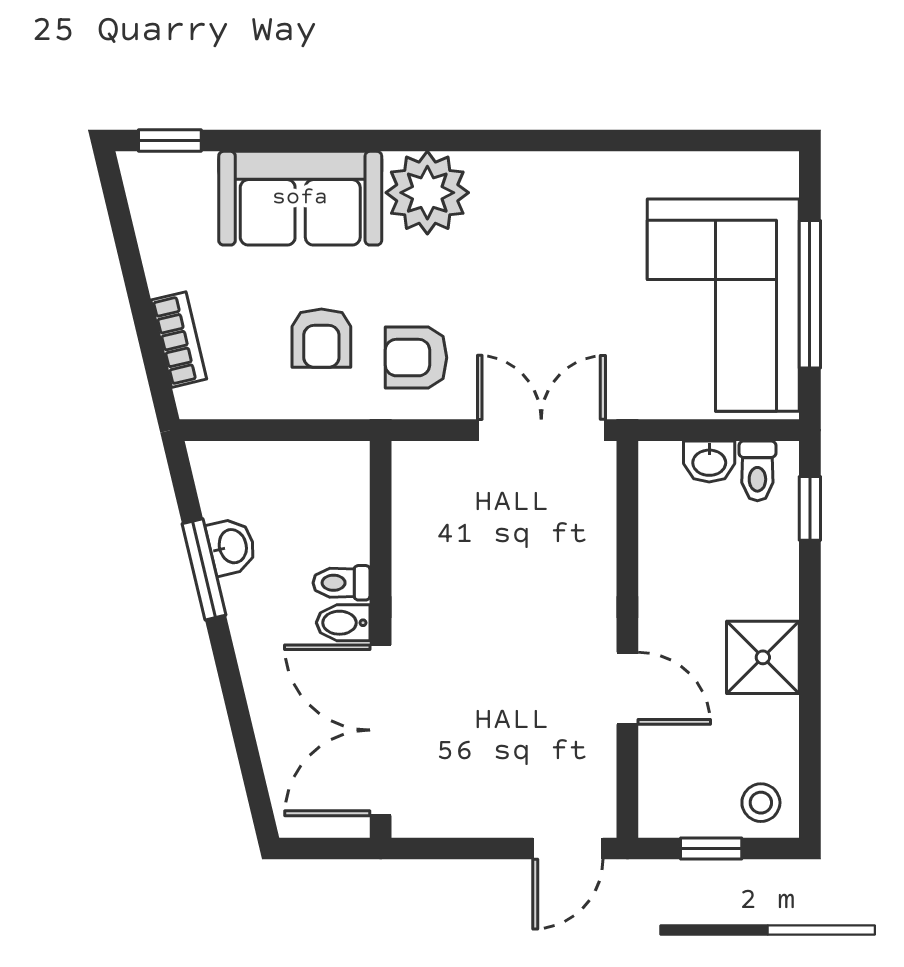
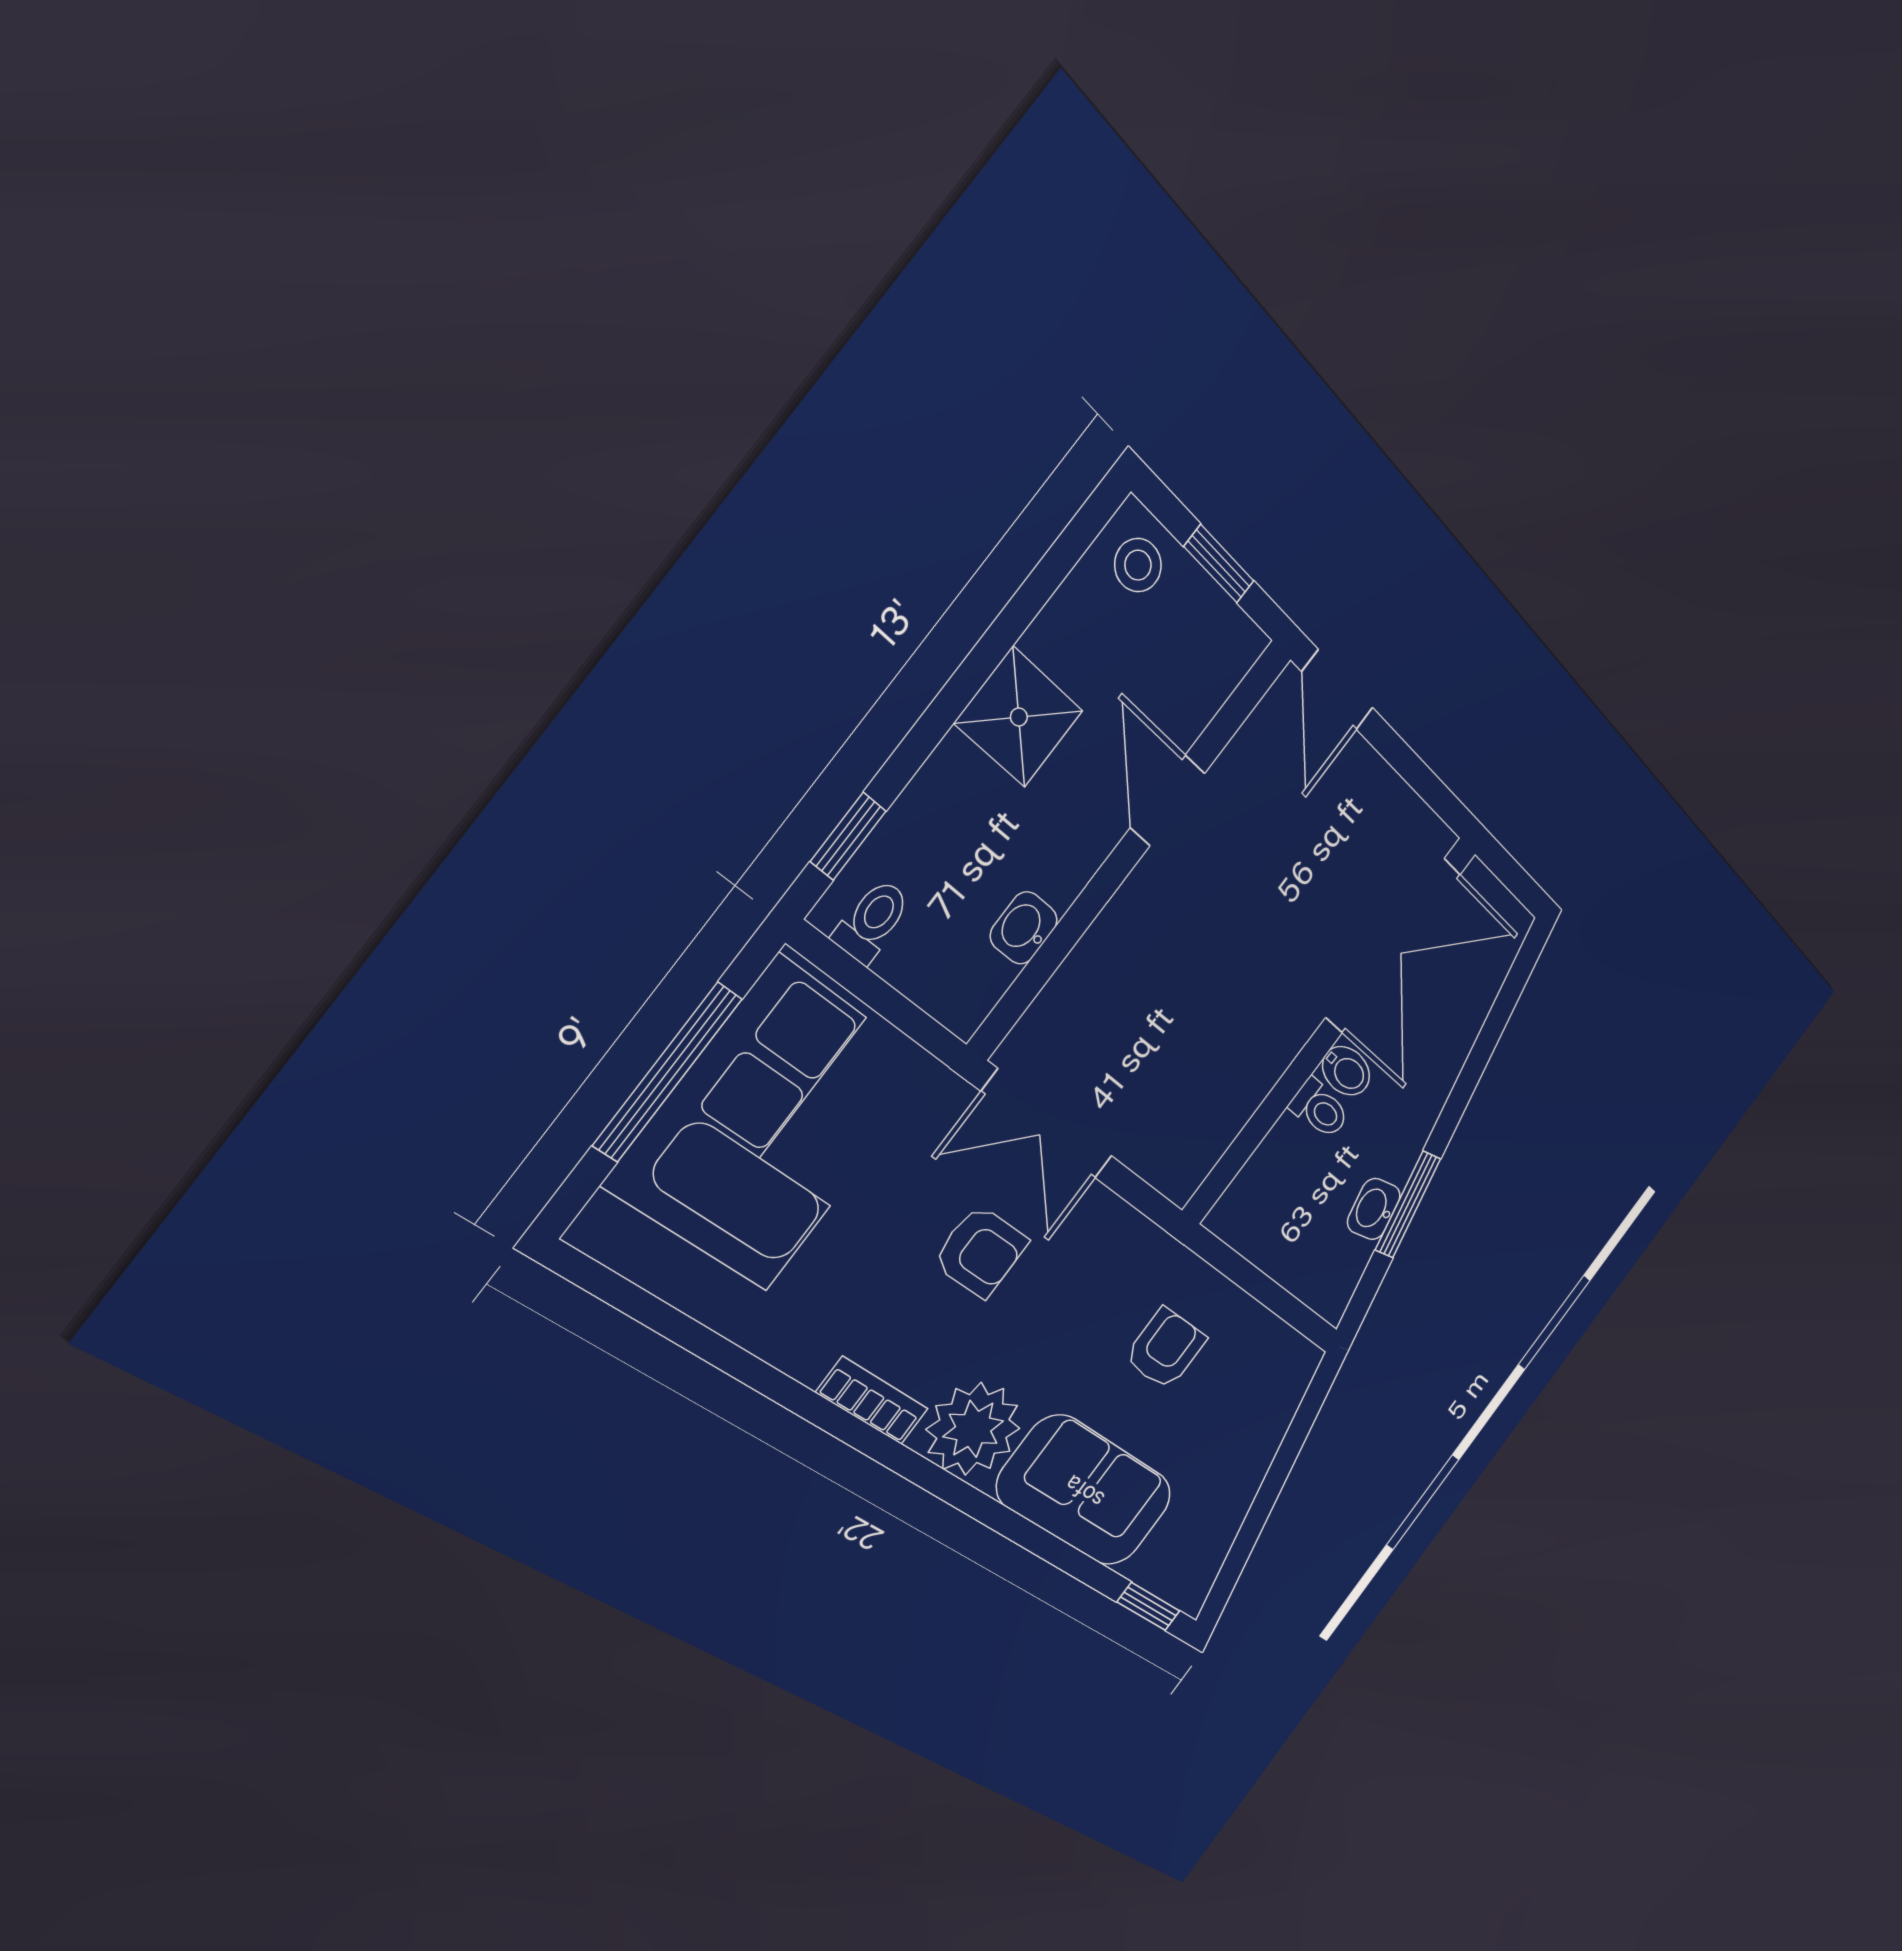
bookcase: (179, 340) -> (872, 1401), moved, turned 103
armchair: (416, 358) -> (981, 1252), moved
washbasin: (709, 461) -> (1024, 928), moved, turned -90
door: (568, 849) -> (1338, 690), swing flipped

